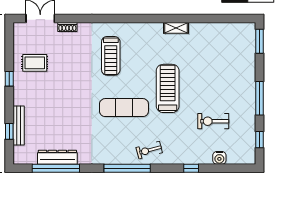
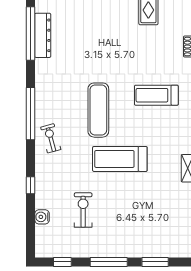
window: (260, 41) -> (155, 262), moved
treadmill: (168, 88) -> (120, 159), turned 180

